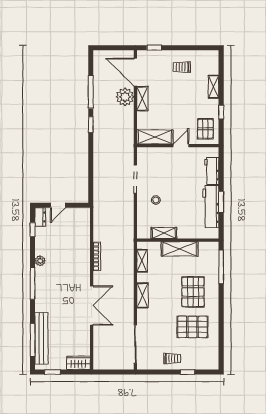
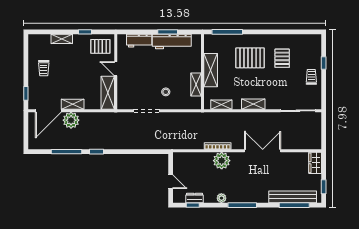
dresser: (40, 217) -> (195, 198), moved
plant: (81, 261) -> (222, 161), added
pallet: (192, 327) -> (282, 58), width x0.67, depth x0.71

